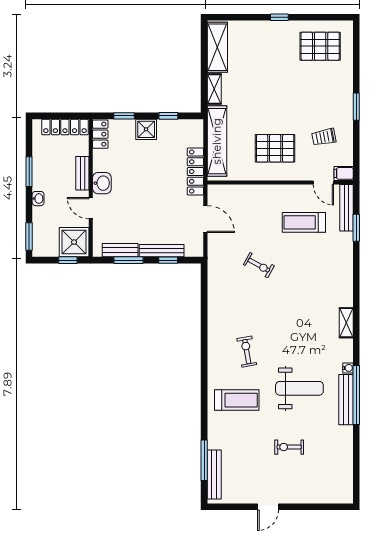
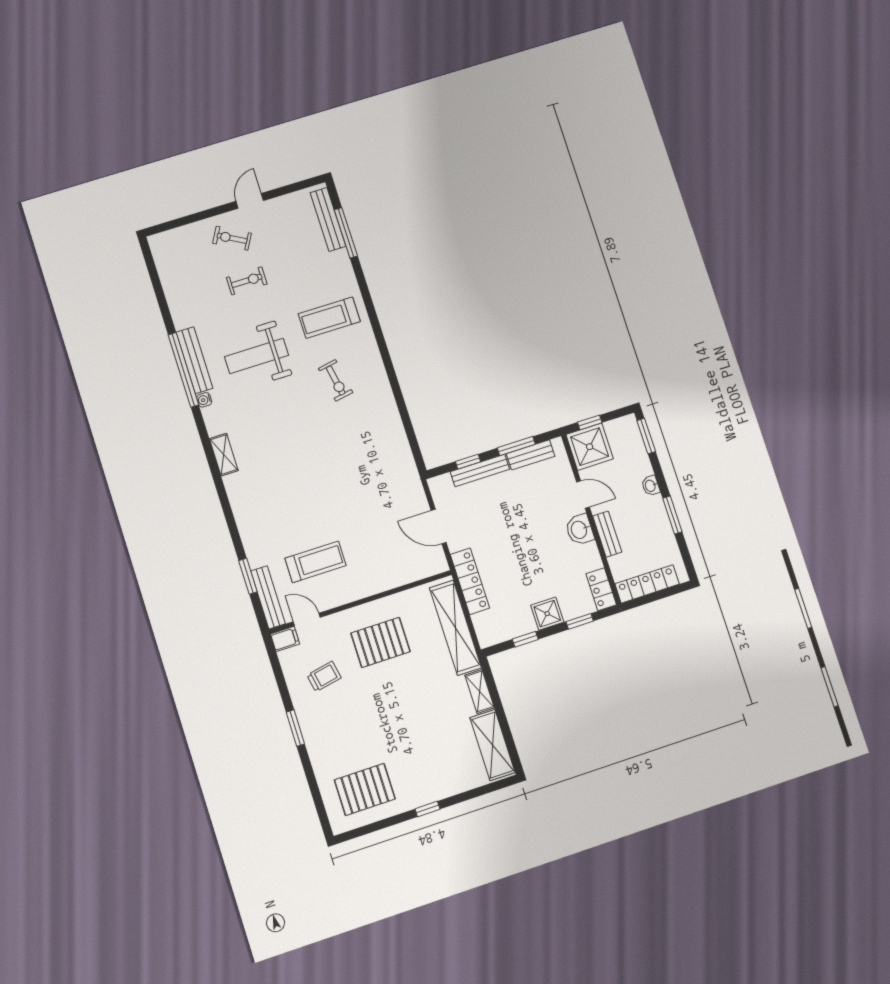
exercise bike: (259, 265) -> (232, 238), moved

